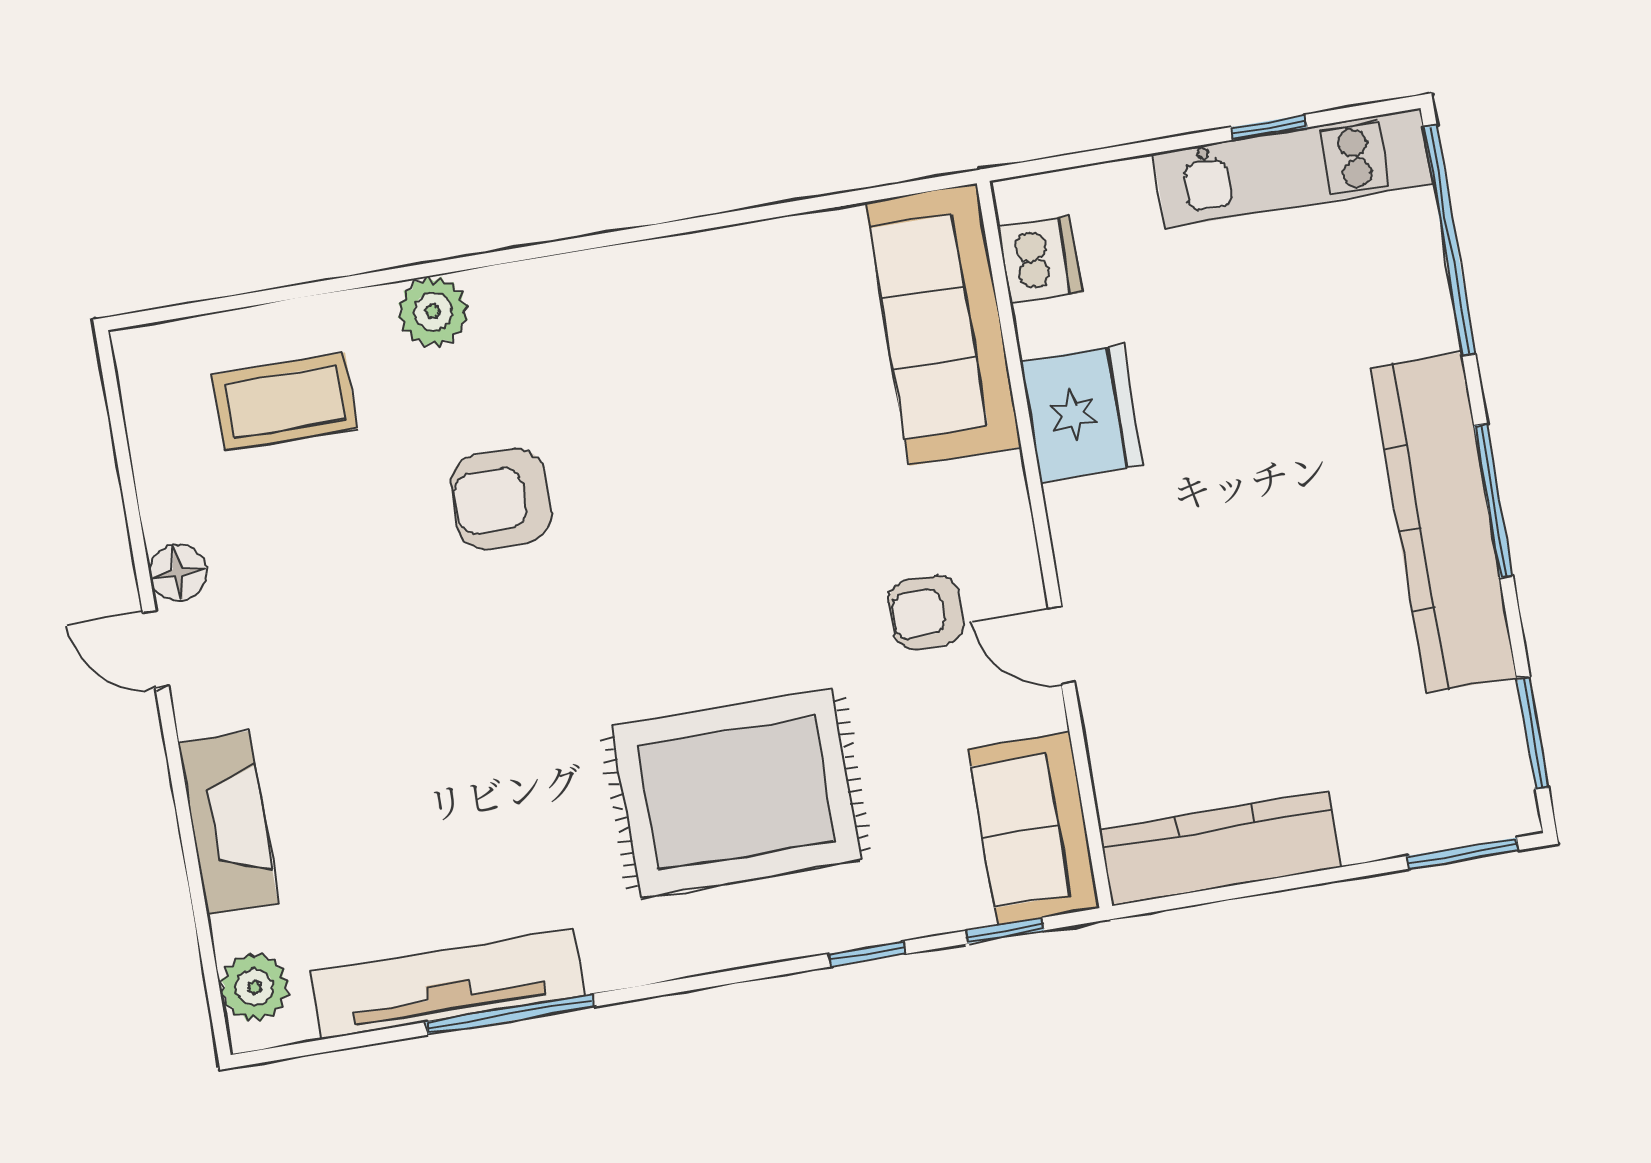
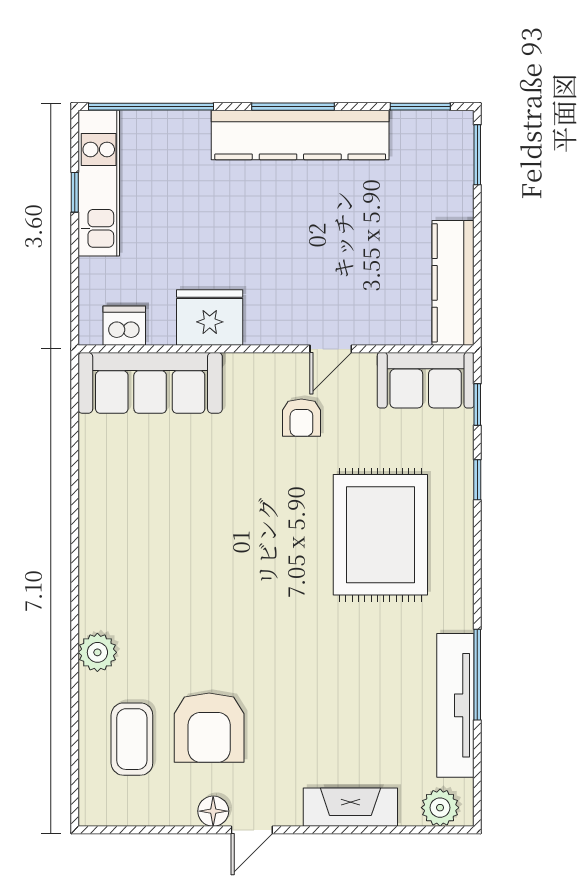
armchair: (501, 499) -> (209, 728), moved, width x1.36, depth x1.36

